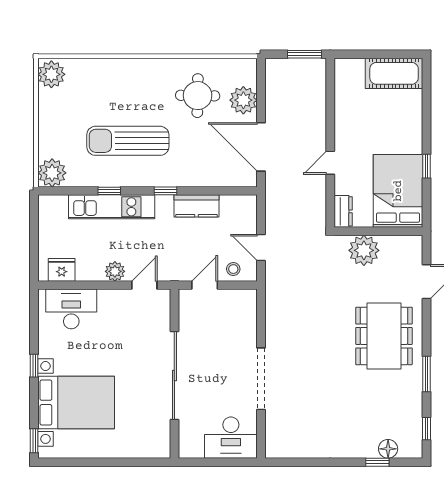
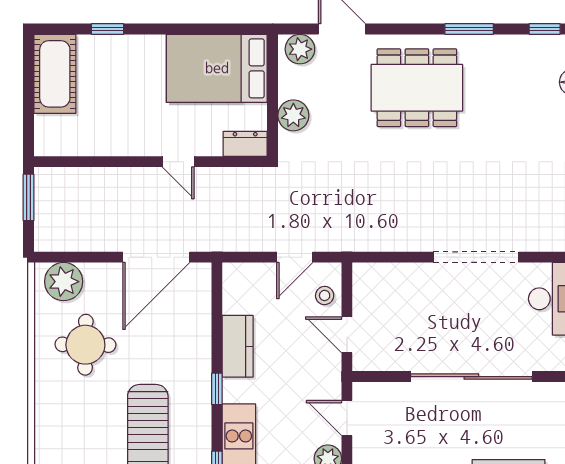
plant: (243, 100) -> (64, 282), moved
window: (427, 166) -> (108, 29), moved
plant: (364, 250) -> (293, 115), width x0.73, depth x0.73
plant: (412, 251) -> (300, 49), added

